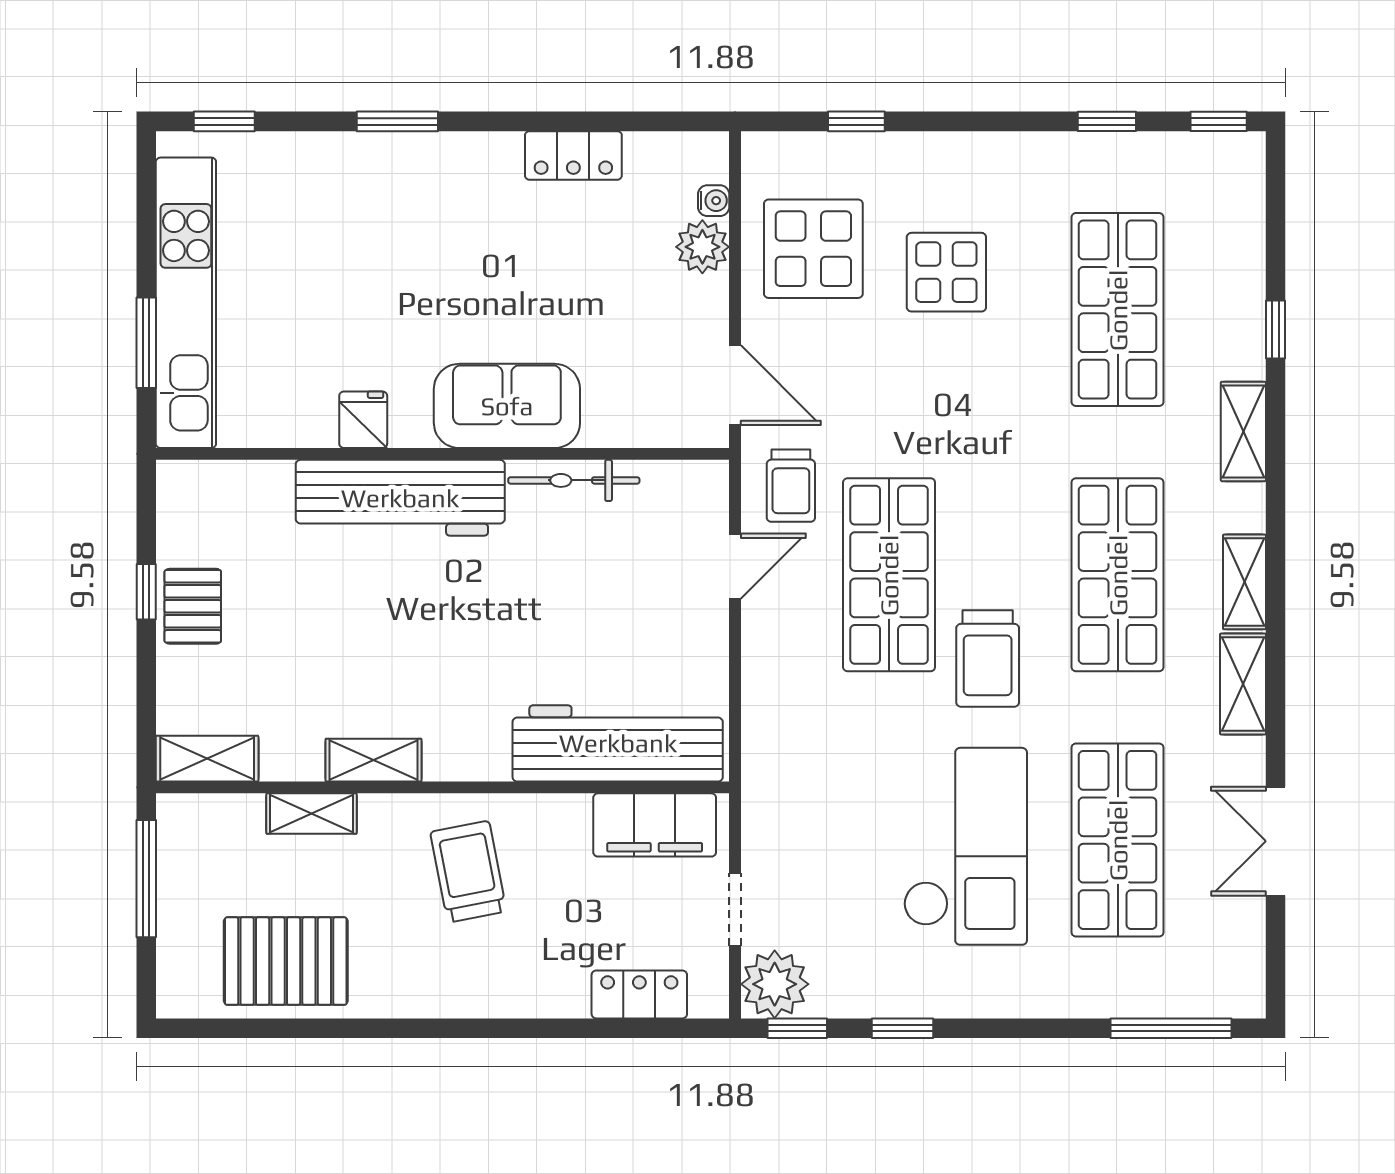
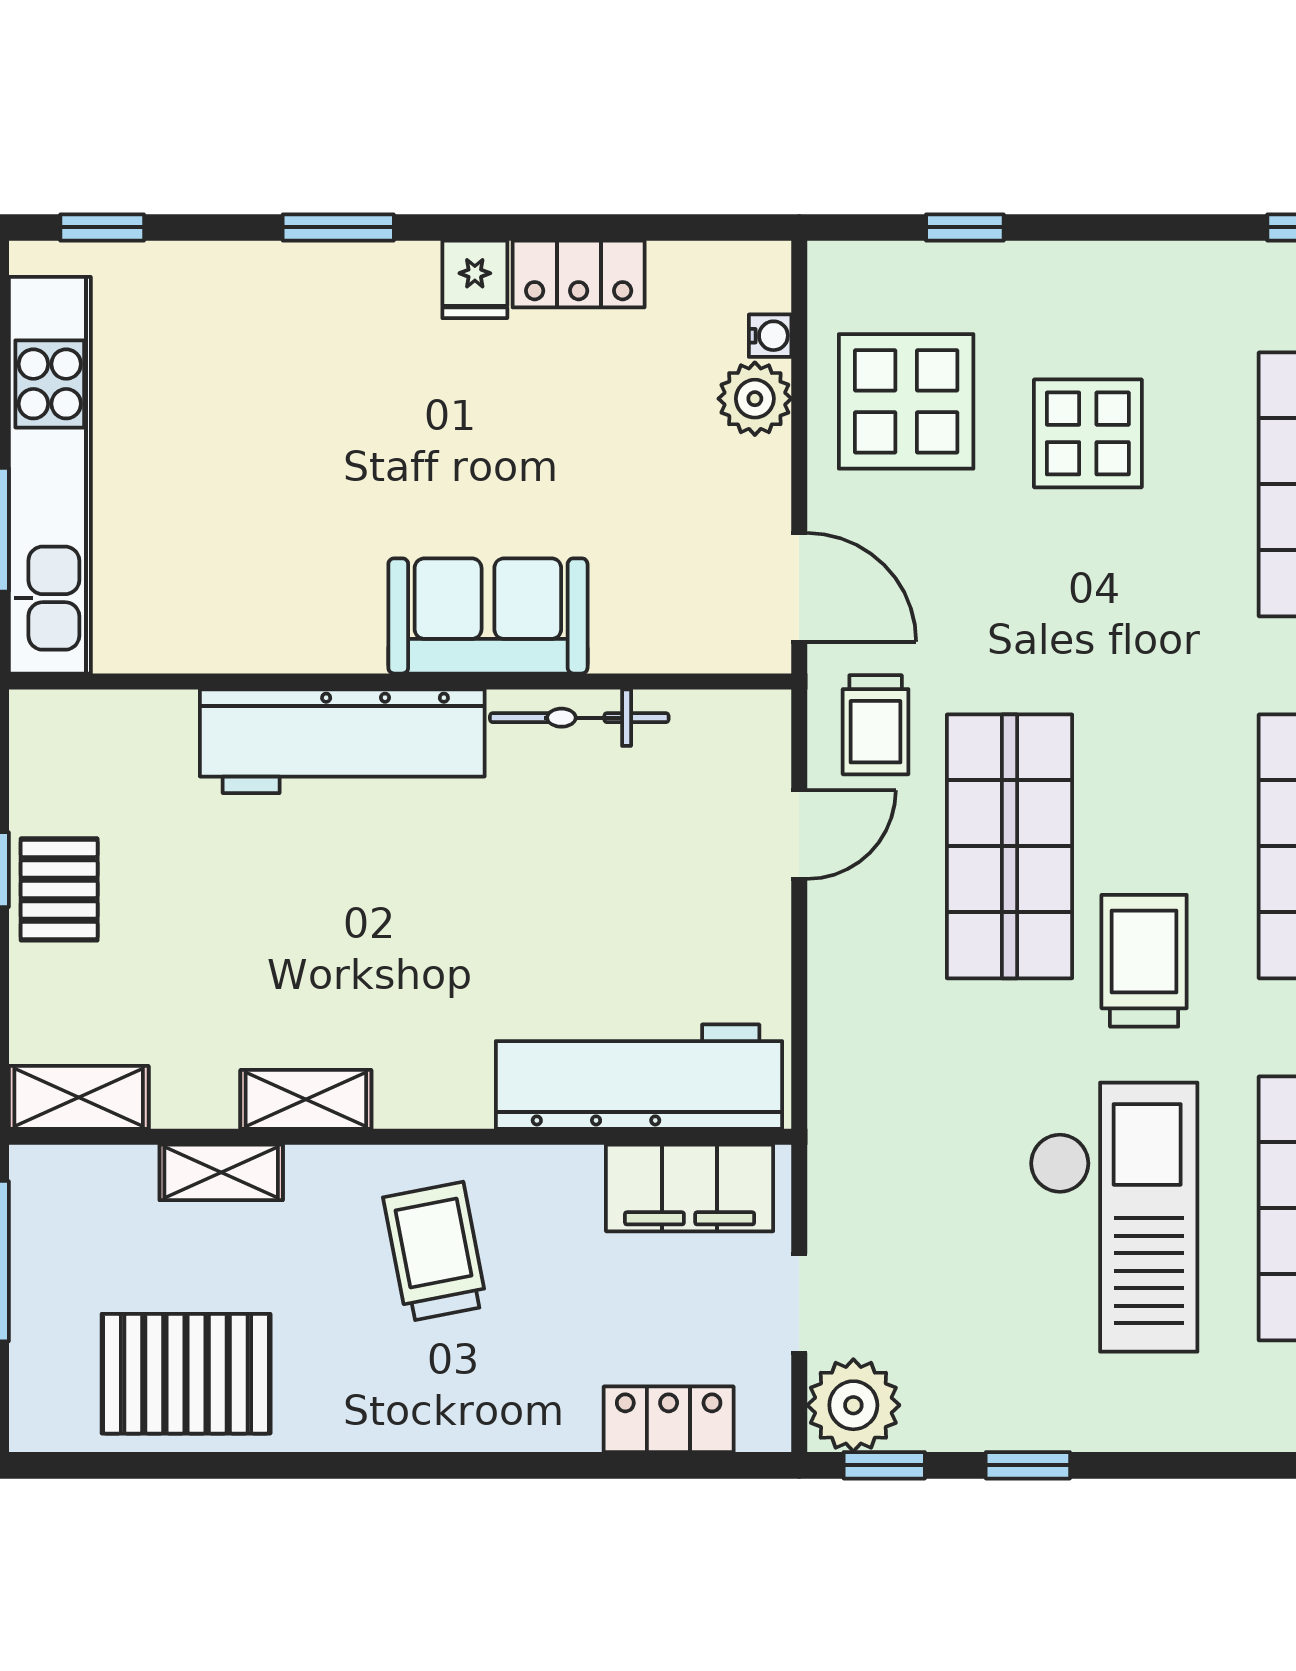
fridge: (363, 420) -> (475, 279), moved, turned 180
trolley: (988, 659) -> (1144, 961), turned 180

